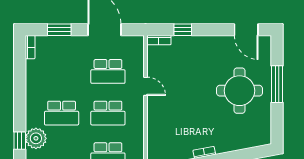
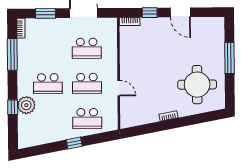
door: (246, 30) -> (180, 12), moved
window: (20, 78) -> (12, 54), added
door: (146, 86) -> (119, 88), moved
round table: (240, 91) -> (197, 85), moved

